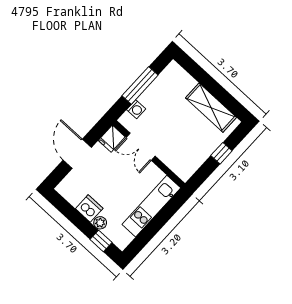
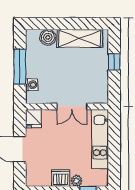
boiler: (185, 82) -> (48, 37), added
double door: (141, 147) -> (72, 106), moved

